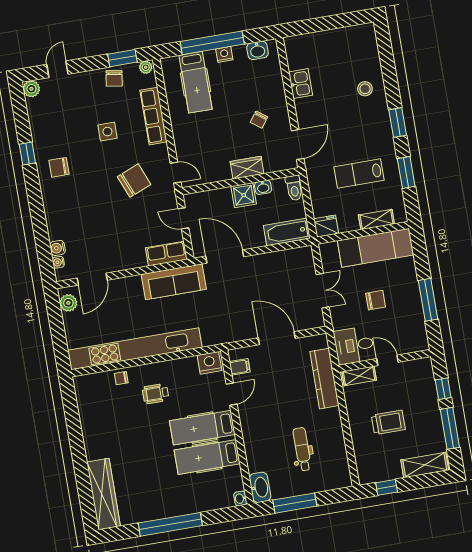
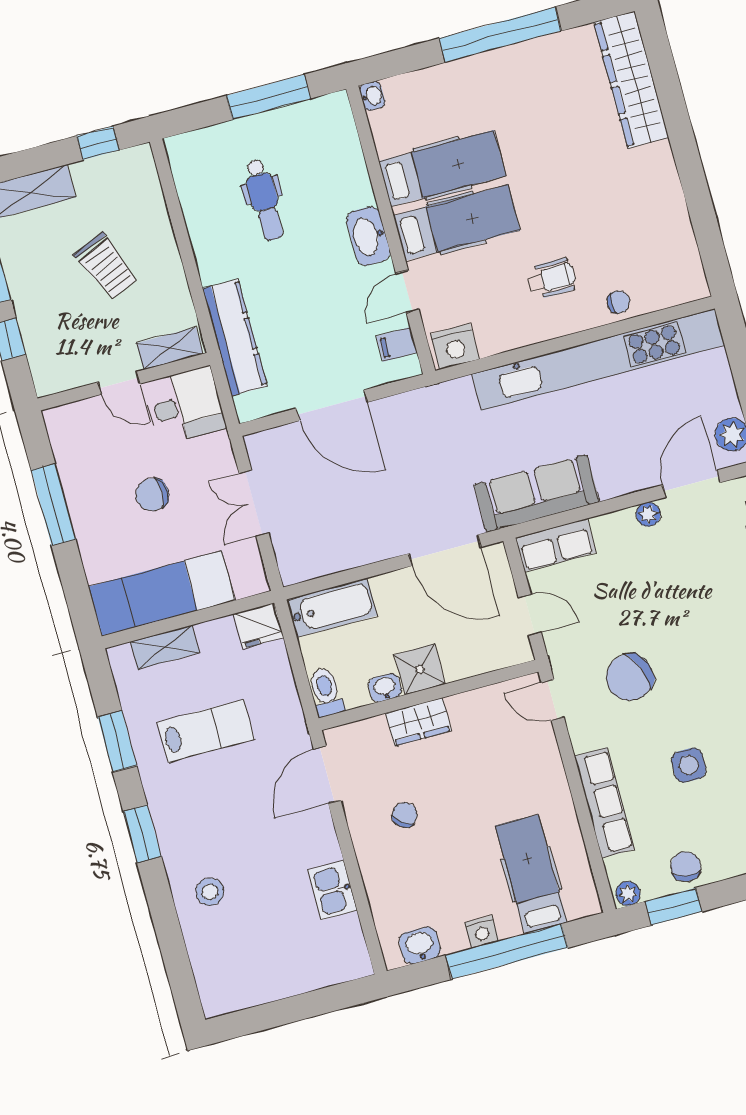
plant: (116, 265) -> (648, 514), added
trolley: (388, 422) -> (106, 266), turned -113
washbasin: (260, 487) -> (368, 236), moved

